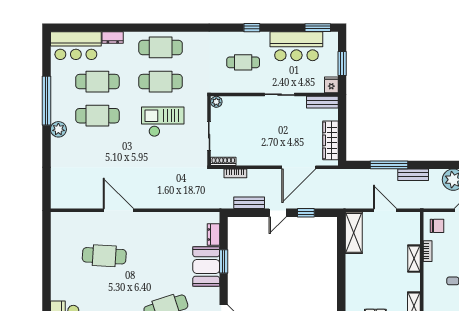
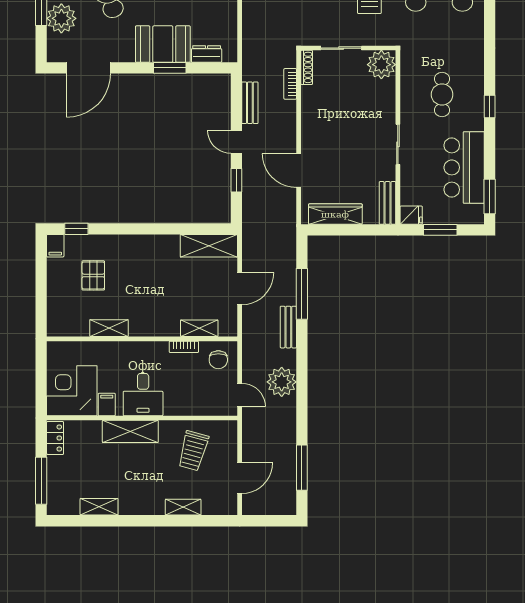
plant: (216, 102) -> (381, 65), width x1.88, depth x1.88
door: (299, 167) -> (299, 171), width x0.73
shelving: (414, 259) -> (199, 328), moved

